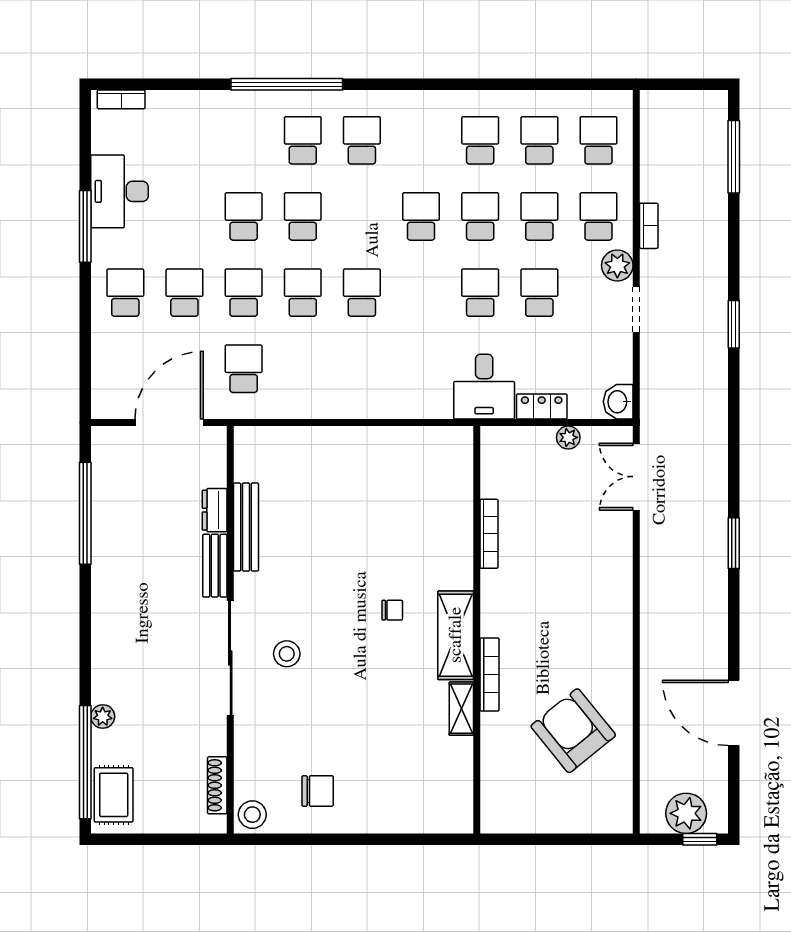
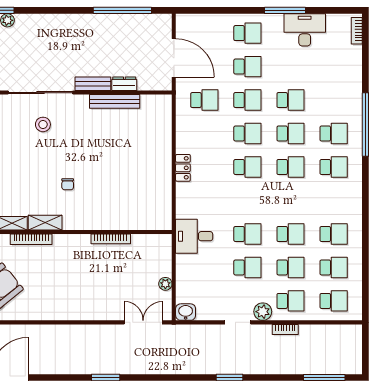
school desk: (421, 216) -> (291, 167), moved
locker: (542, 406) -> (183, 168), moved
shelving: (456, 635) -> (45, 223), width x0.67, depth x0.75

